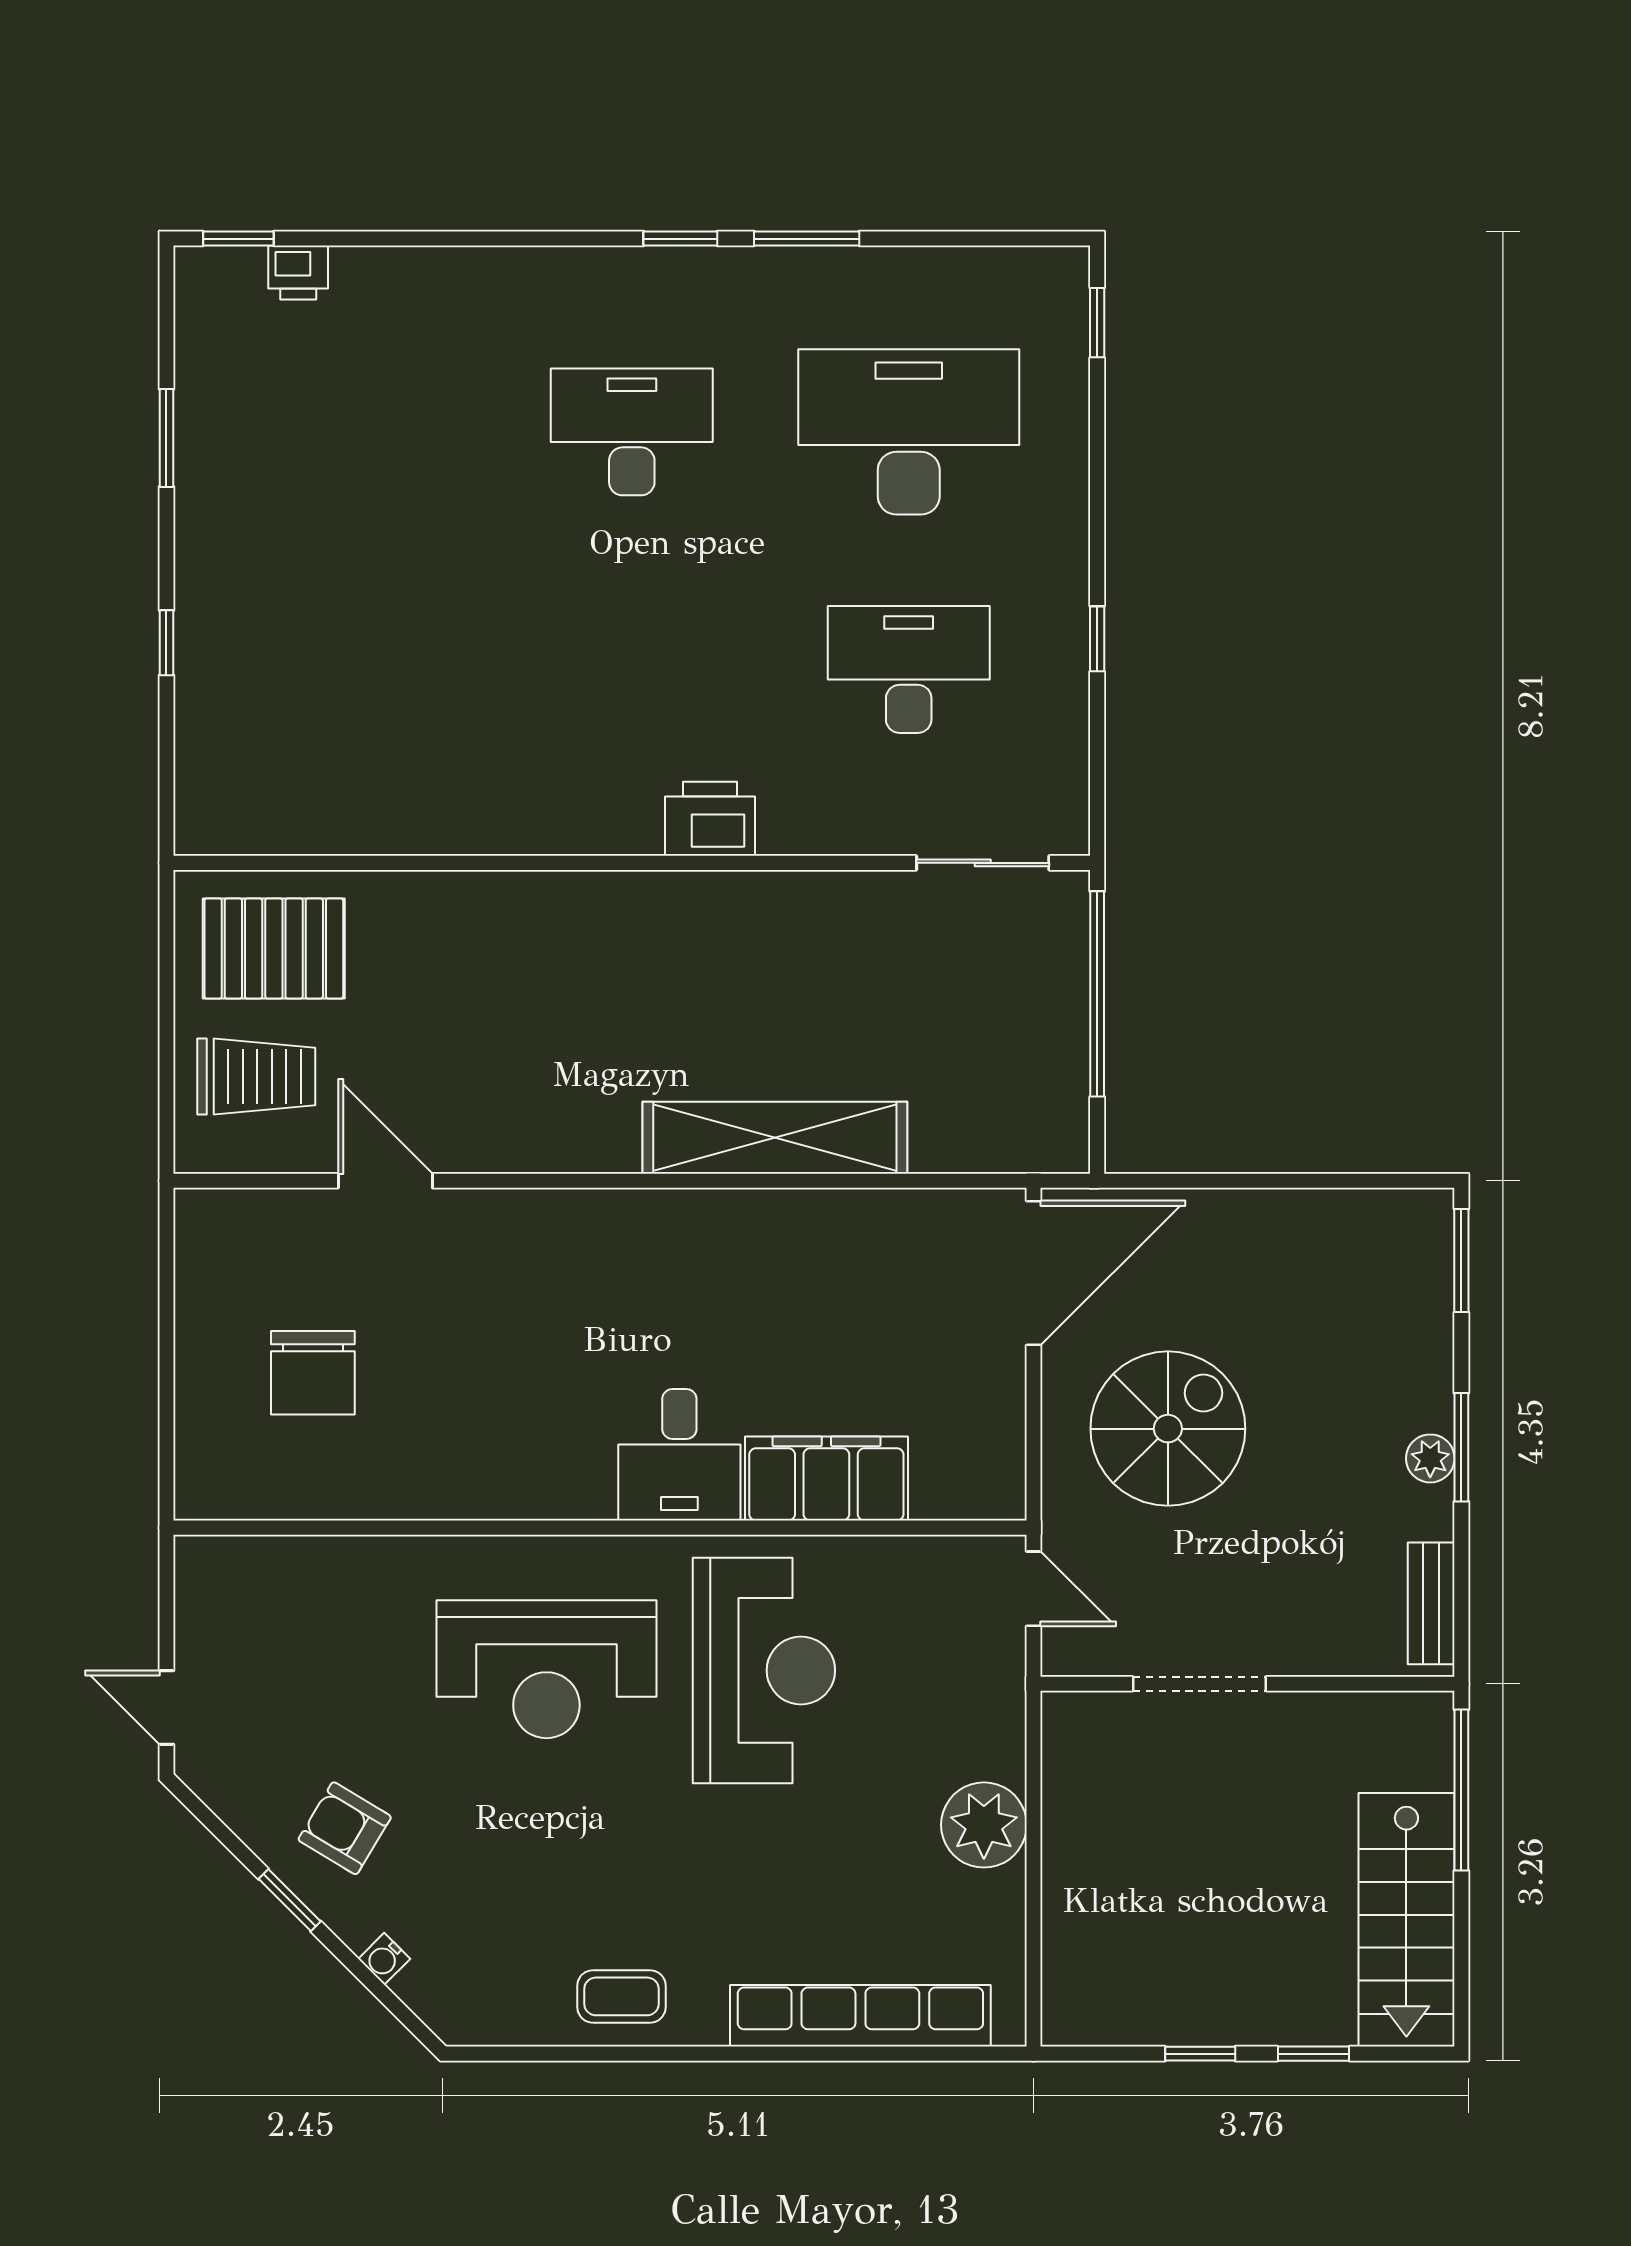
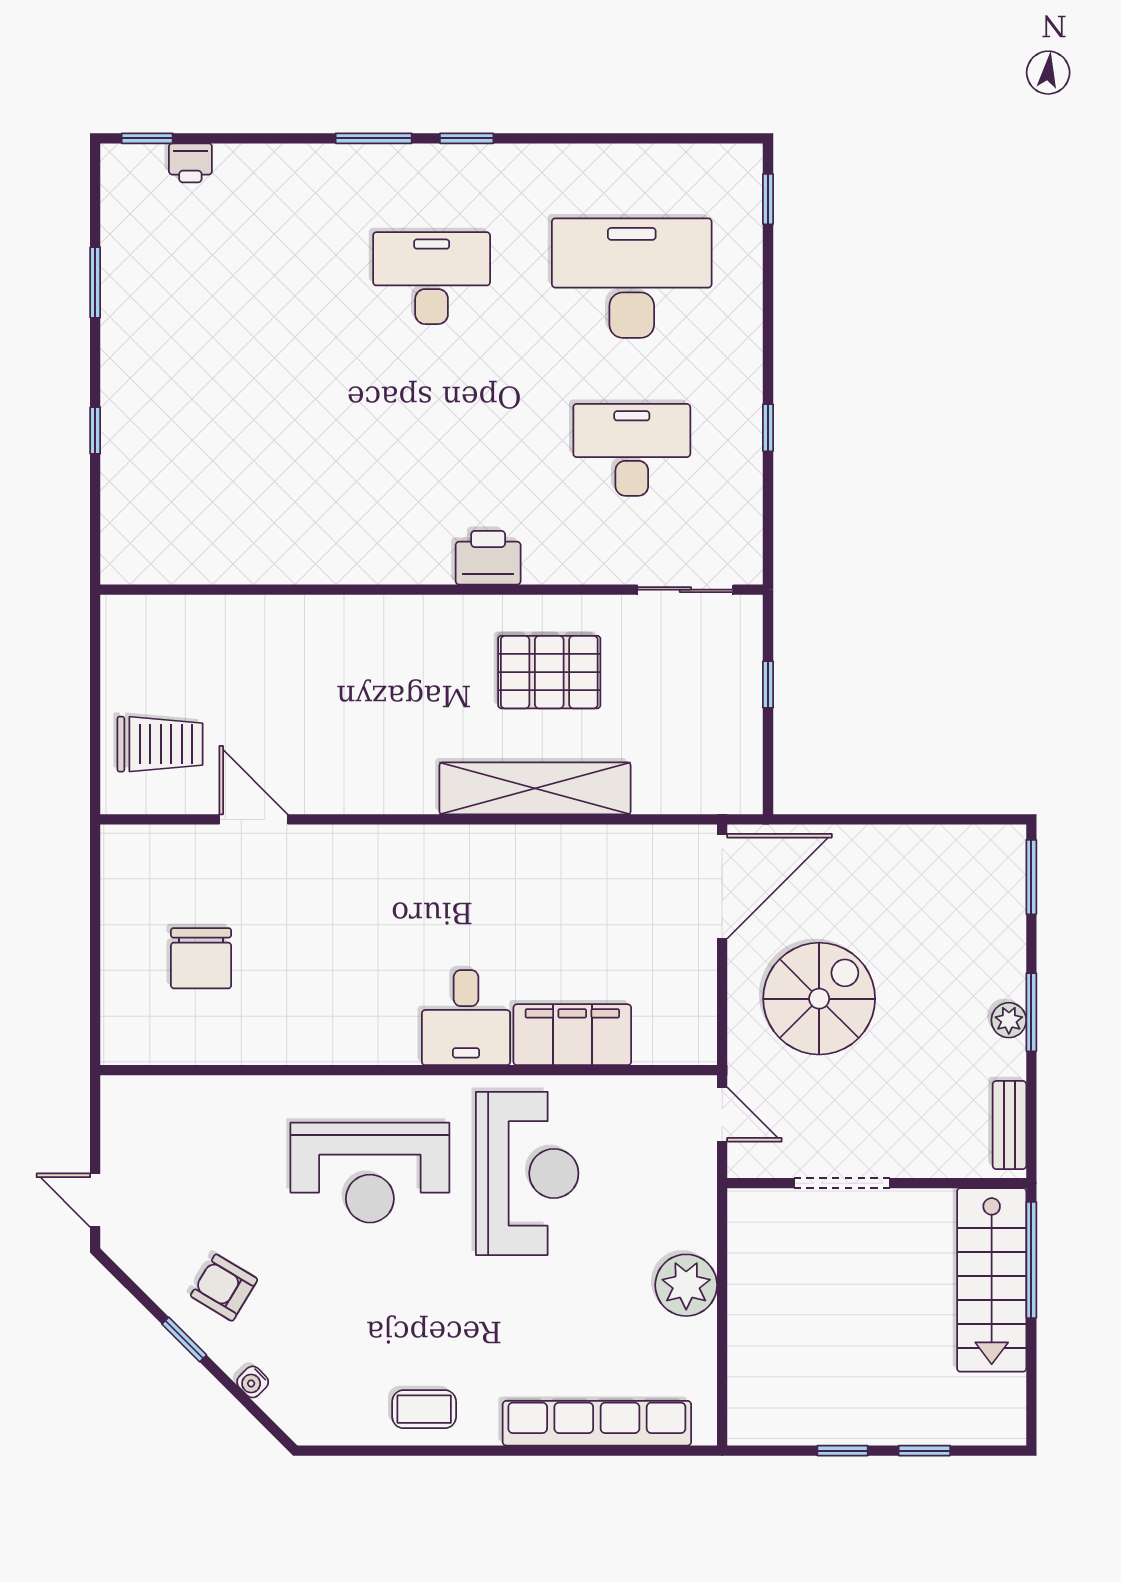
window: (807, 239) -> (374, 138), moved
pallet: (274, 948) -> (549, 672), moved
window: (1097, 994) -> (768, 684), width x0.32
stairs: (1406, 1920) -> (992, 1280), moved

